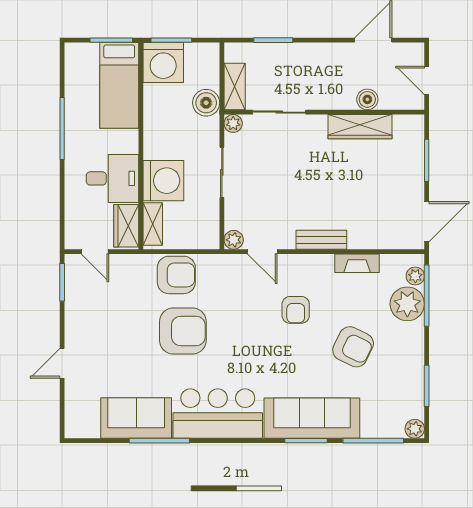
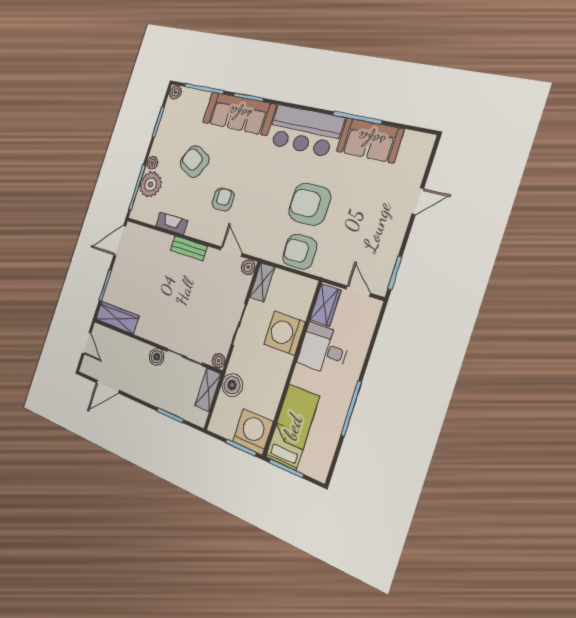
boiler: (367, 99) -> (157, 357), moved
wardrobe: (360, 127) -> (117, 317), moved
shelving: (153, 224) -> (262, 282), moved
plant: (415, 276) -> (152, 163), moved

